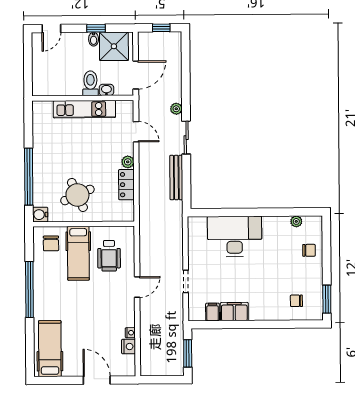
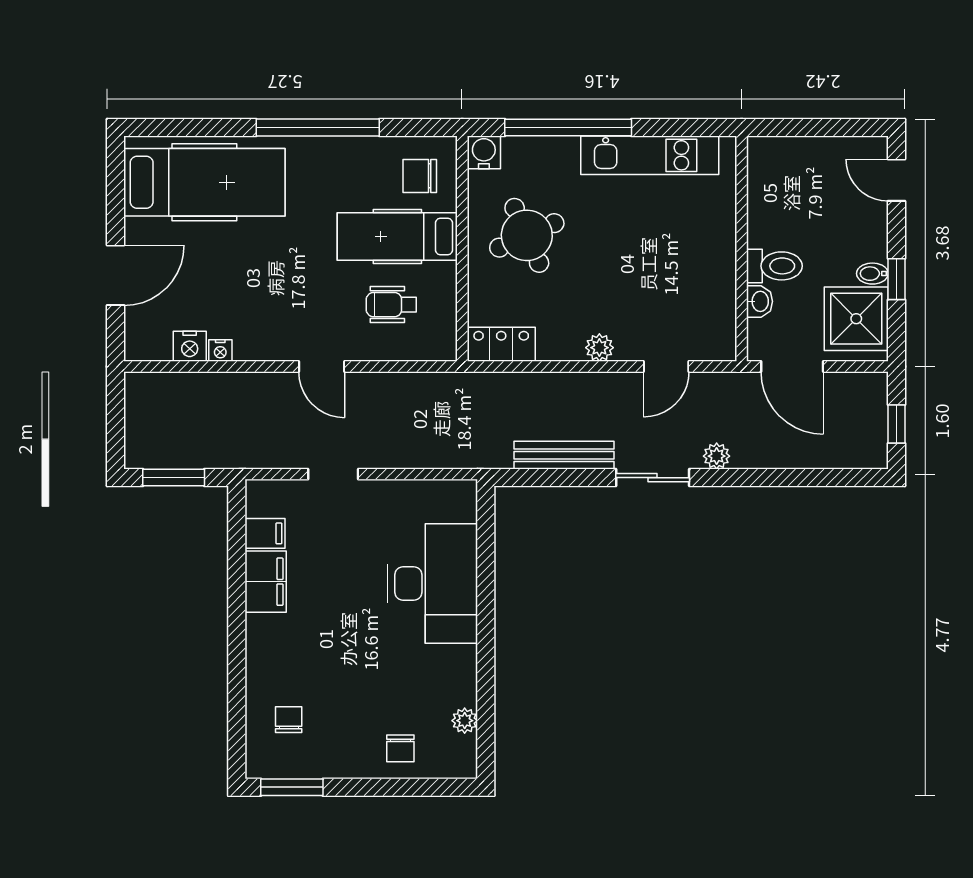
kitchen unit: (84, 109) -> (650, 155), moved, turned -90
locker: (126, 185) -> (501, 344), moved
wheelchair: (109, 256) -> (391, 305), width x0.73, depth x0.73
hospital bed: (50, 349) -> (204, 182), width x1.37, depth x1.29

